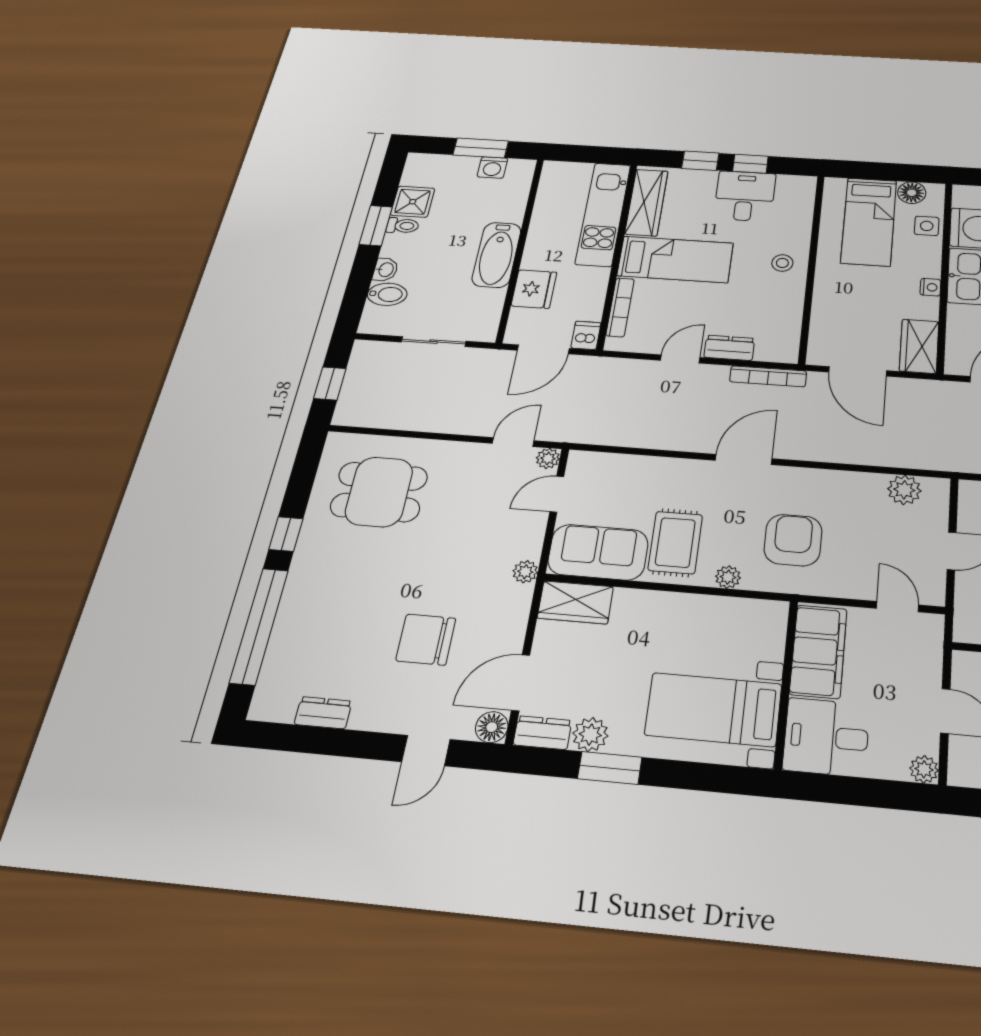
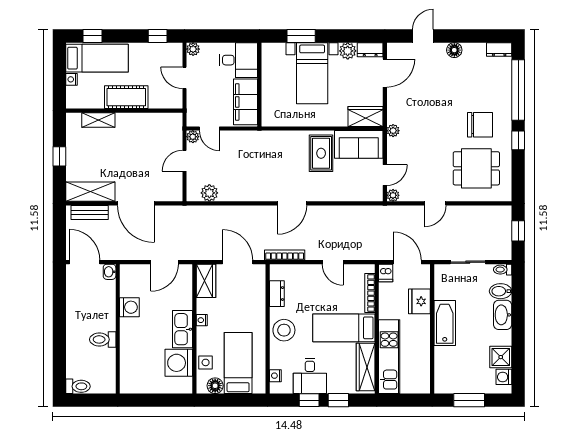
washing machine: (492, 167) -> (504, 377), moved, turned -90
nightstand: (805, 200) -> (275, 376), added
window: (376, 226) -> (518, 338), removed
toilet: (403, 226) -> (503, 270), moved
stool: (782, 263) -> (284, 330), width x1.89, depth x1.89
washbasin: (385, 270) -> (503, 315), width x1.91, depth x1.45
dresser: (729, 348) -> (277, 294), moved, turned -90
door: (543, 349) -> (407, 262), hinge flipped
door: (680, 359) -> (333, 262), hinge flipped
door: (513, 442) -> (435, 203), moved
armchair: (793, 540) -> (263, 160), removed
plant: (728, 577) -> (193, 137), moved
chair: (426, 640) -> (480, 125), moved
bed with nightstands: (713, 710) -> (312, 73), moved, turned 90
dresser: (323, 713) -> (499, 49), moved
floor lamp: (492, 727) -> (454, 50), moved
window: (610, 768) -> (301, 36), moved

